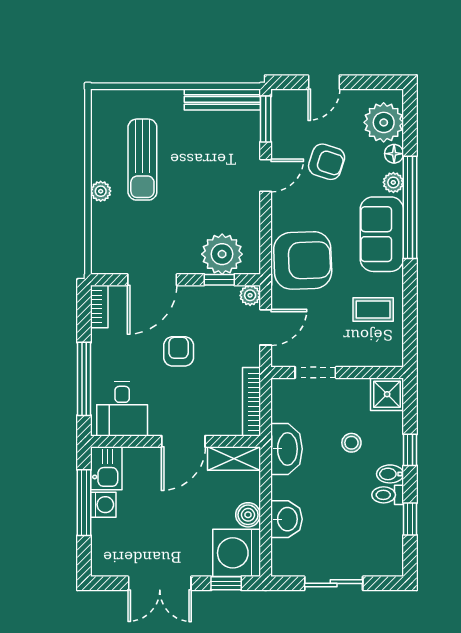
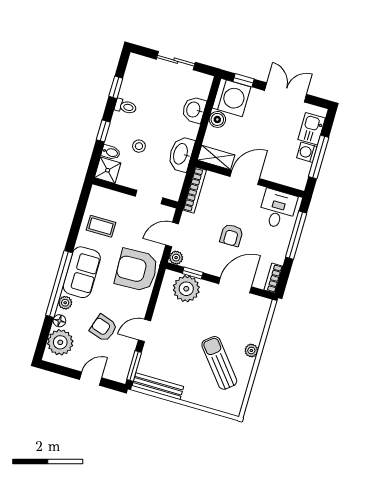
sun lounger: (142, 160) -> (219, 363), turned -39
kitchen sink: (106, 468) -> (312, 129), moved
bidet: (390, 474) -> (111, 152), moved

